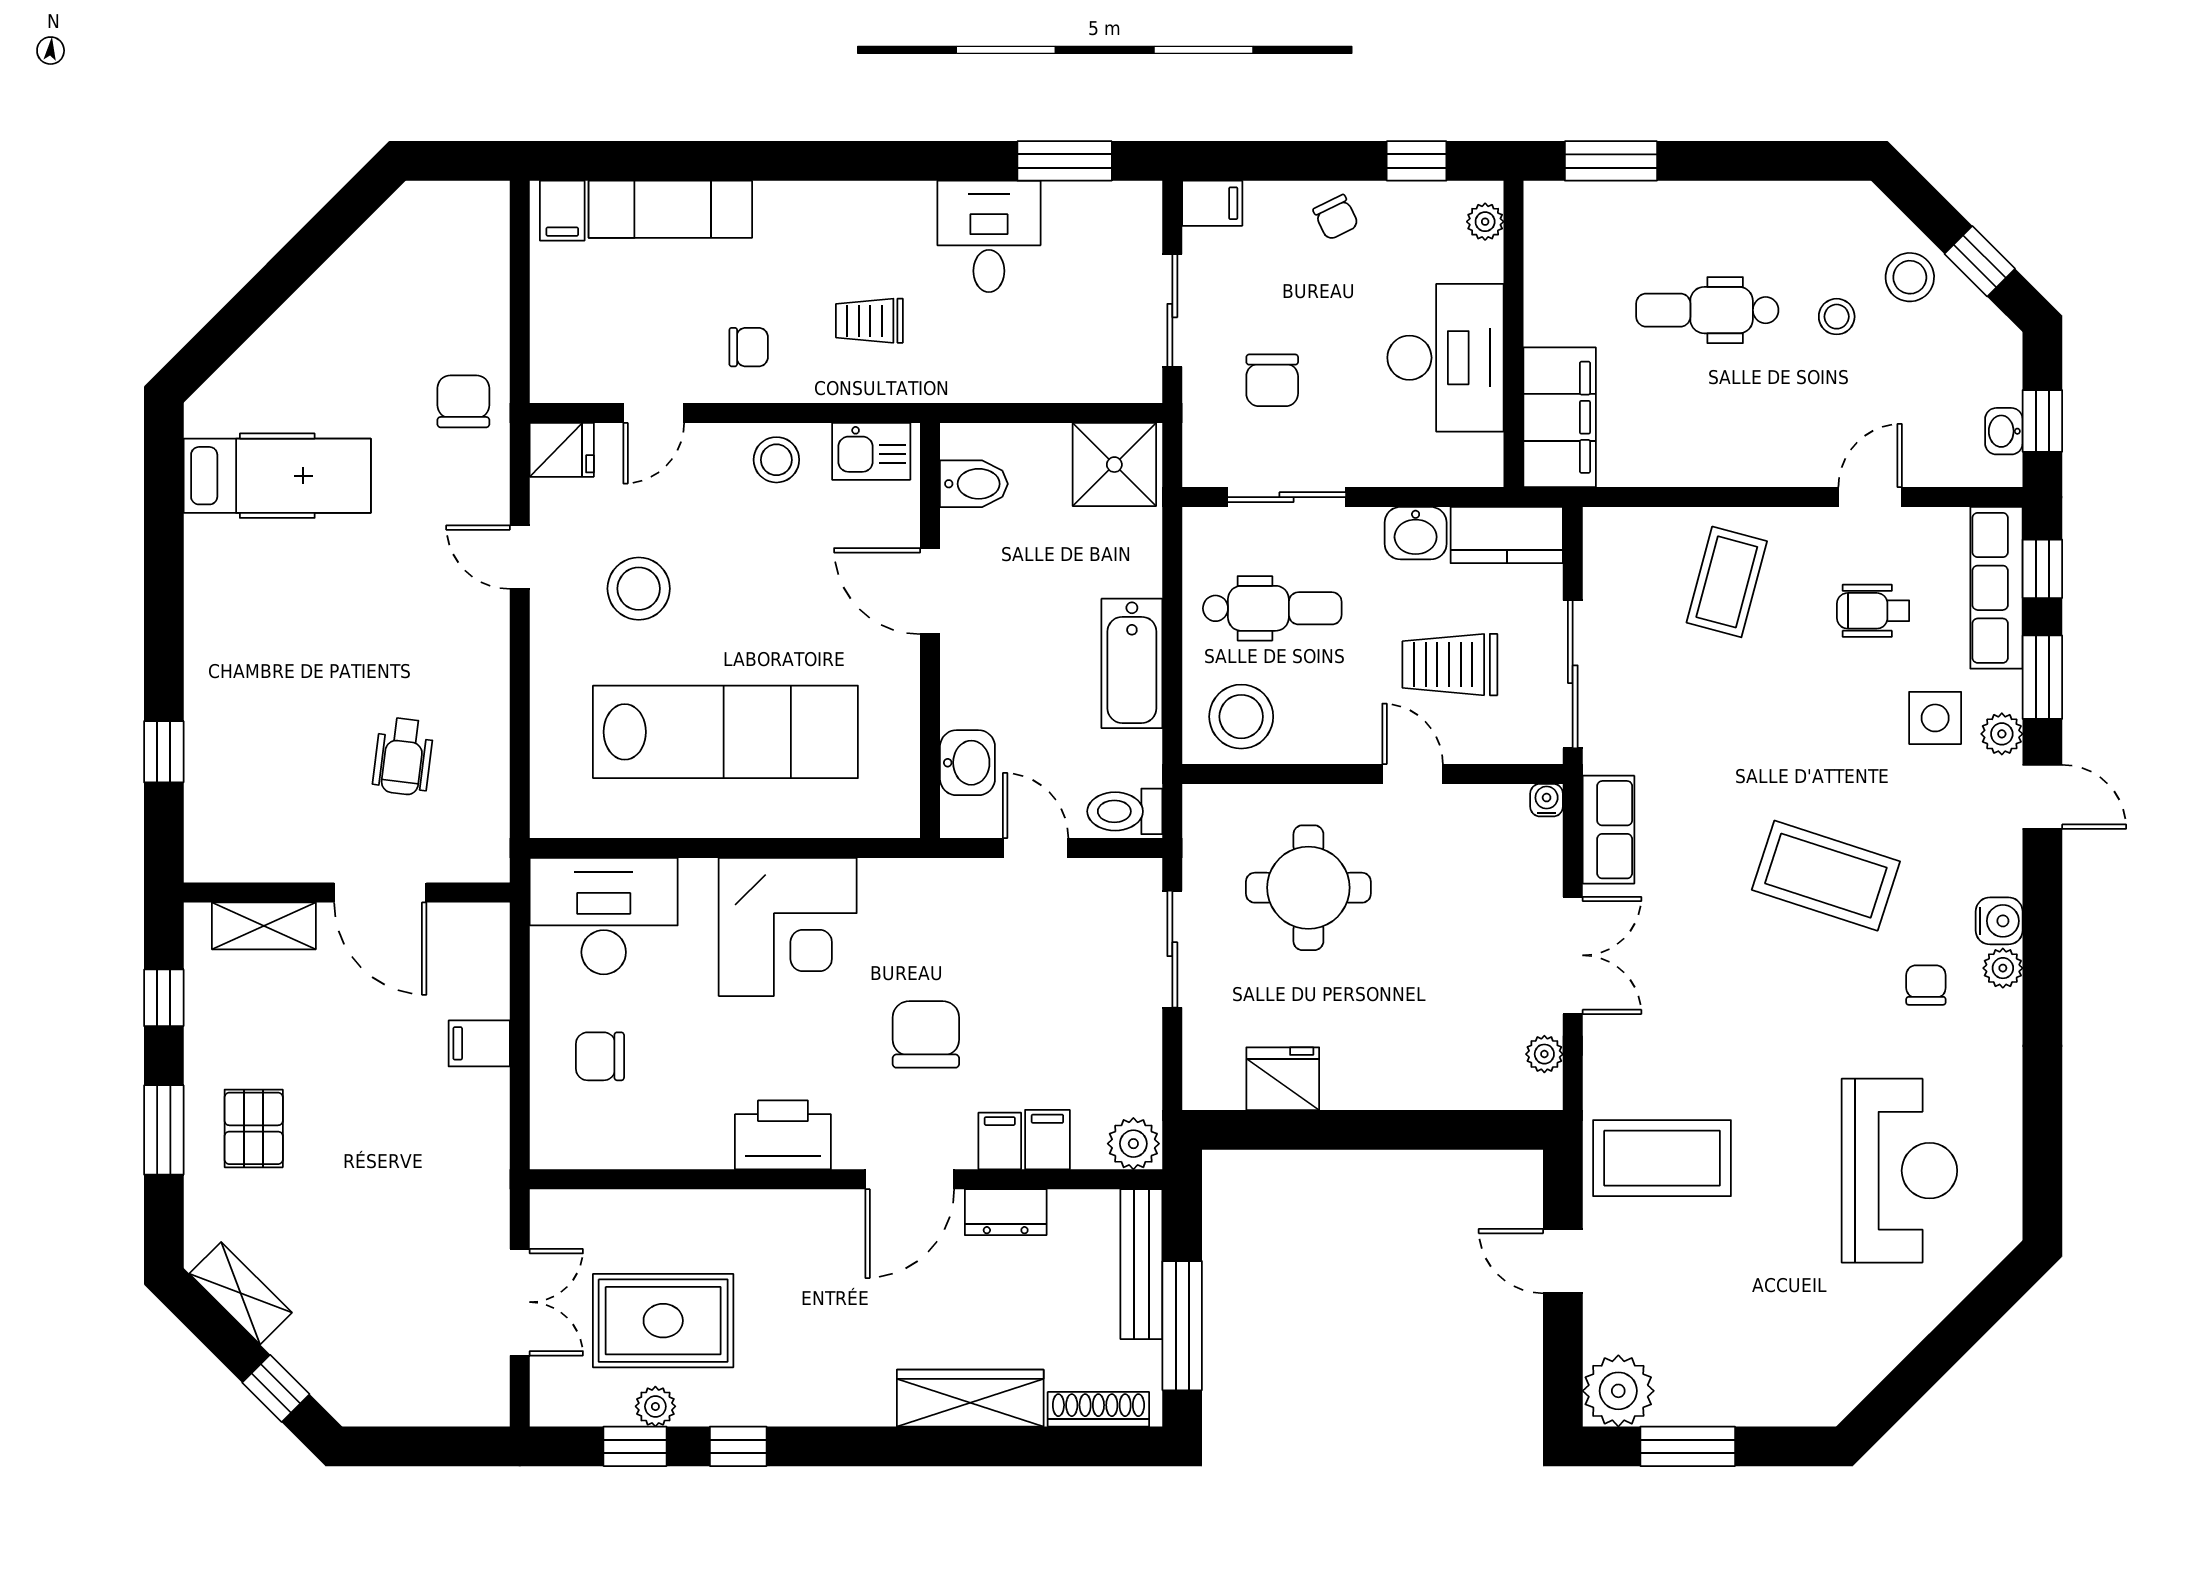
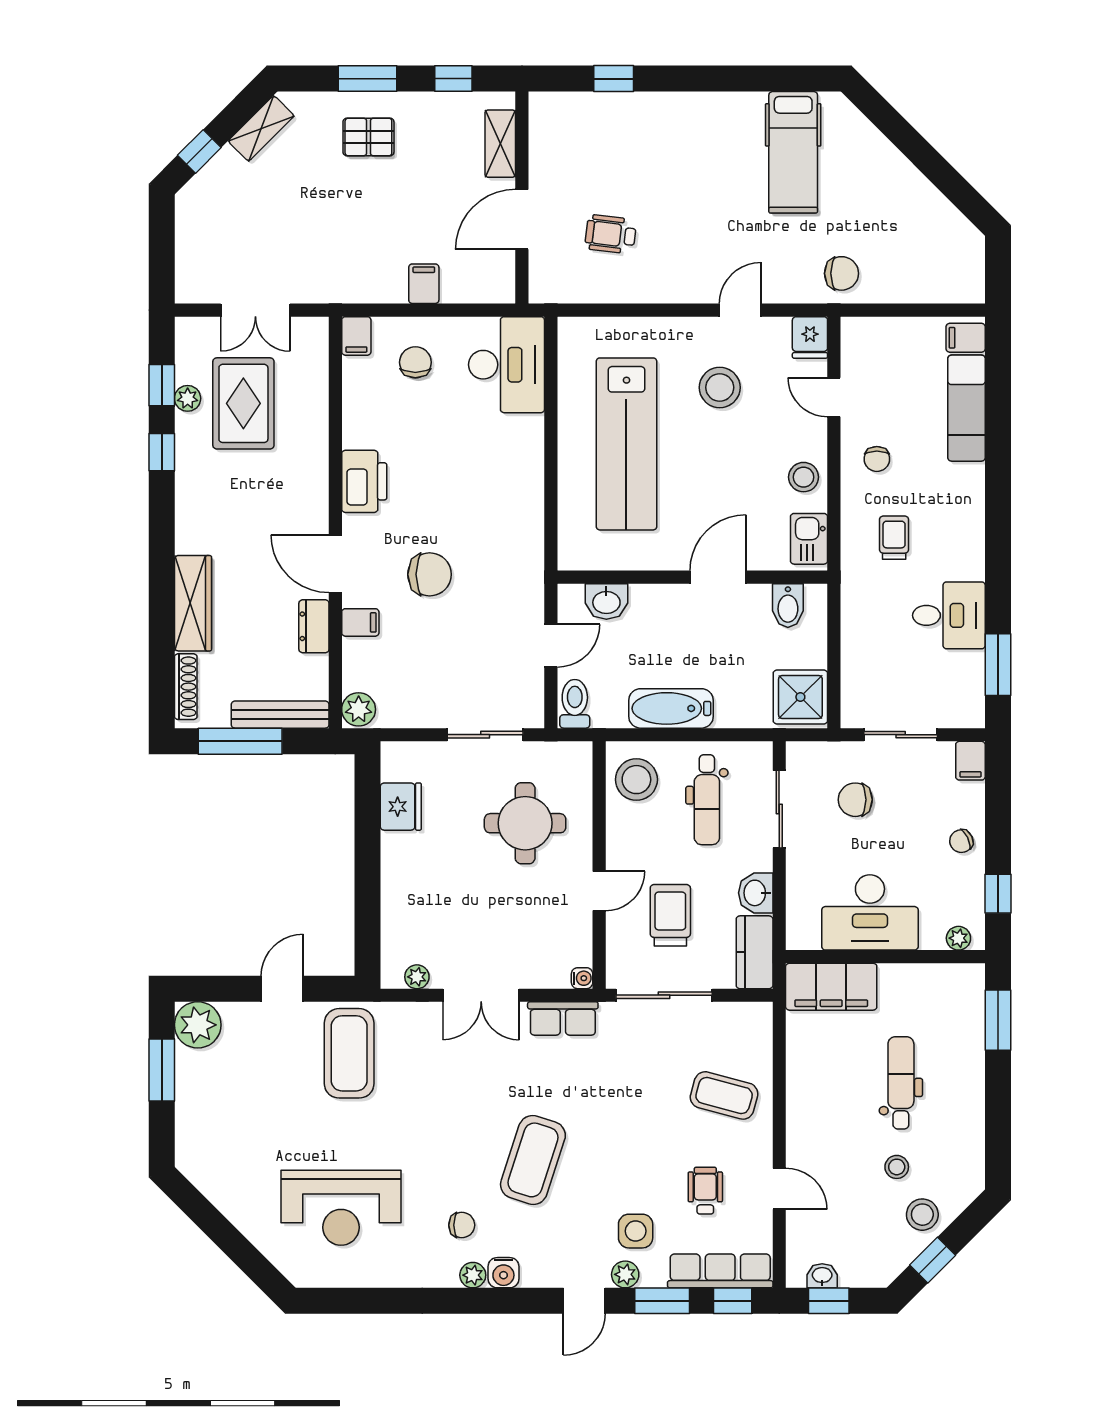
corner desk: (788, 927) -> (500, 484), removed
filing cabinet: (1047, 1140) -> (356, 336), moved, turned 90

